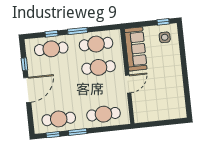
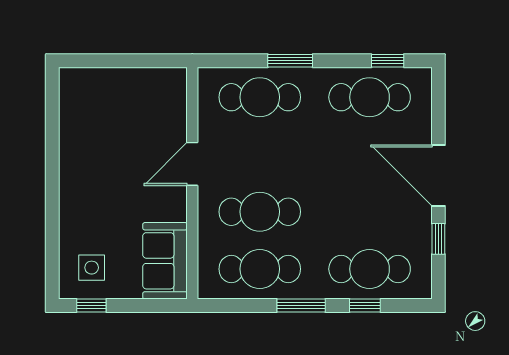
sofa: (136, 49) -> (165, 261), width x0.73
door: (27, 90) -> (438, 175), hinge flipped
window: (78, 132) -> (290, 61), moved

